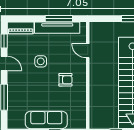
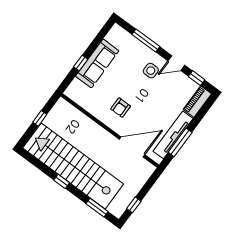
door: (88, 51) -> (132, 147), width x1.88
side table: (41, 61) -> (151, 71), moved

